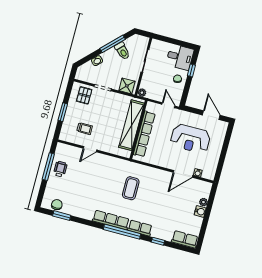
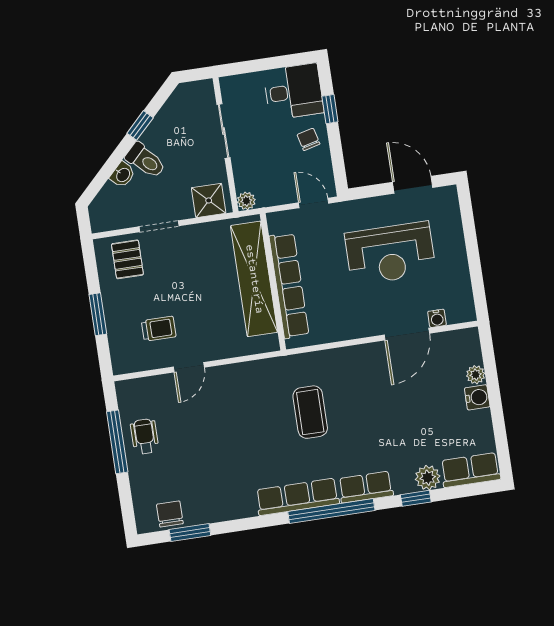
window: (113, 44) -> (140, 125), width x0.46
toilet: (122, 51) -> (145, 161), moved
plant: (166, 235) -> (428, 478), added

